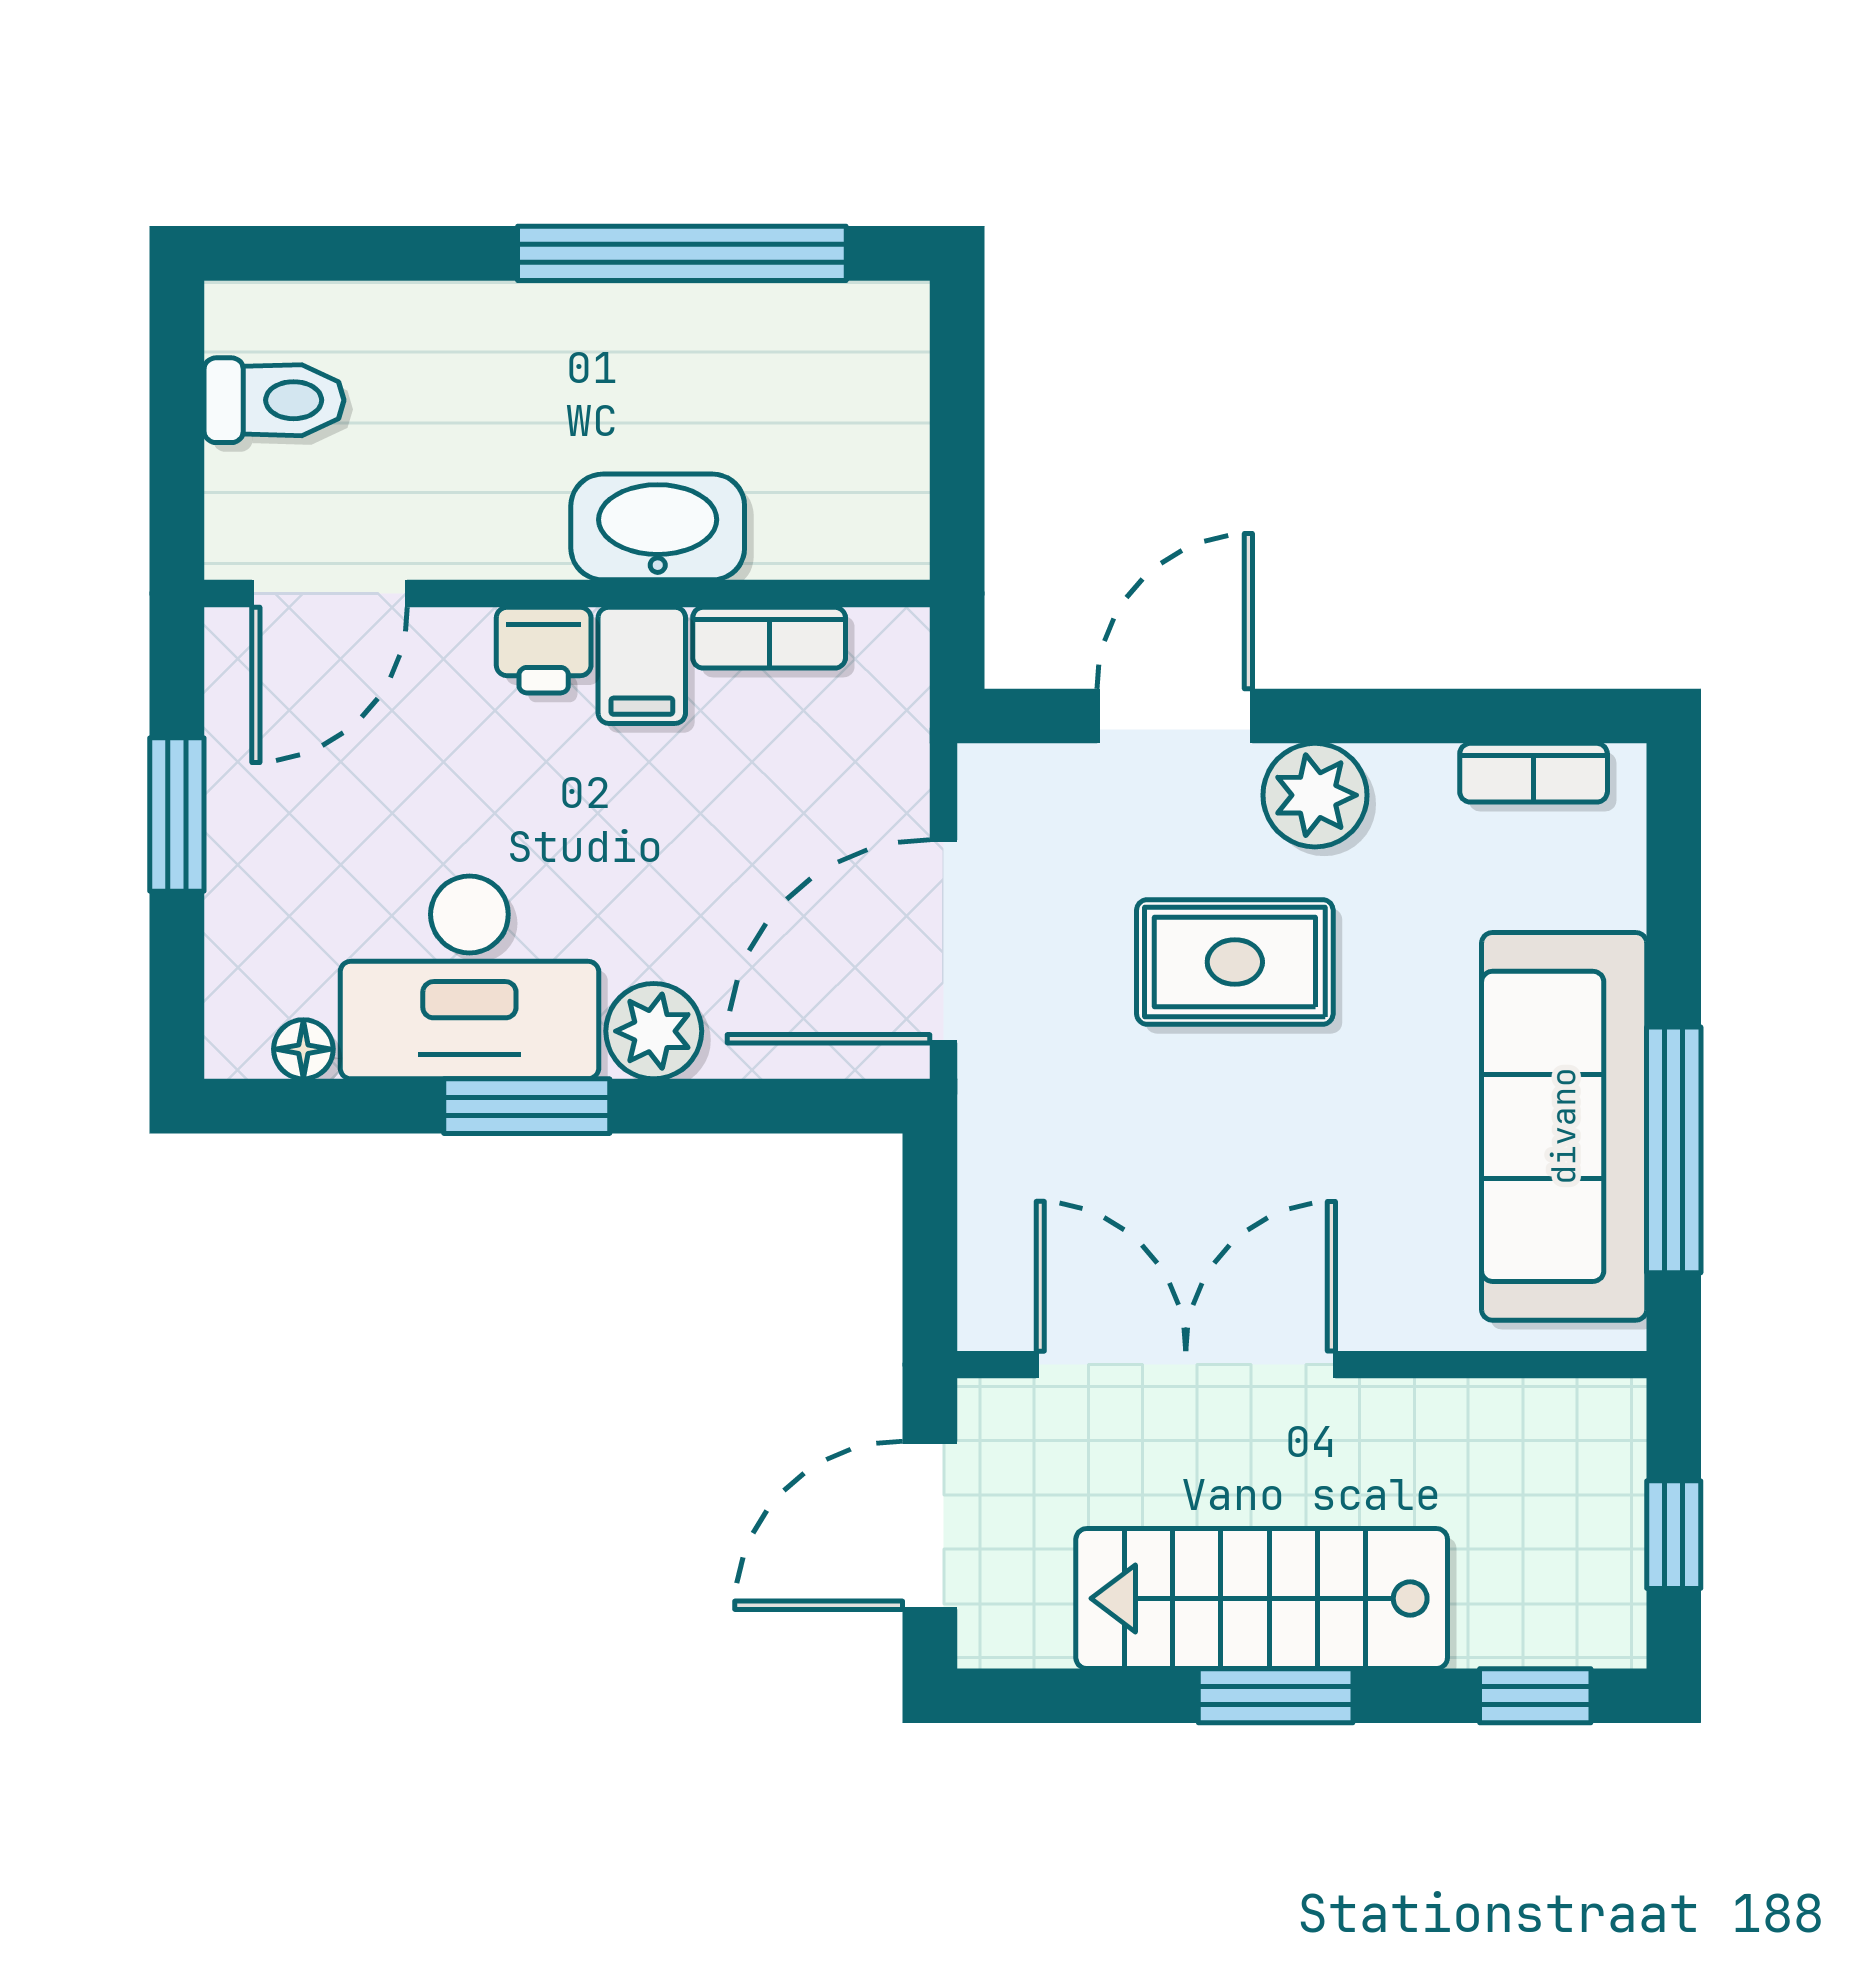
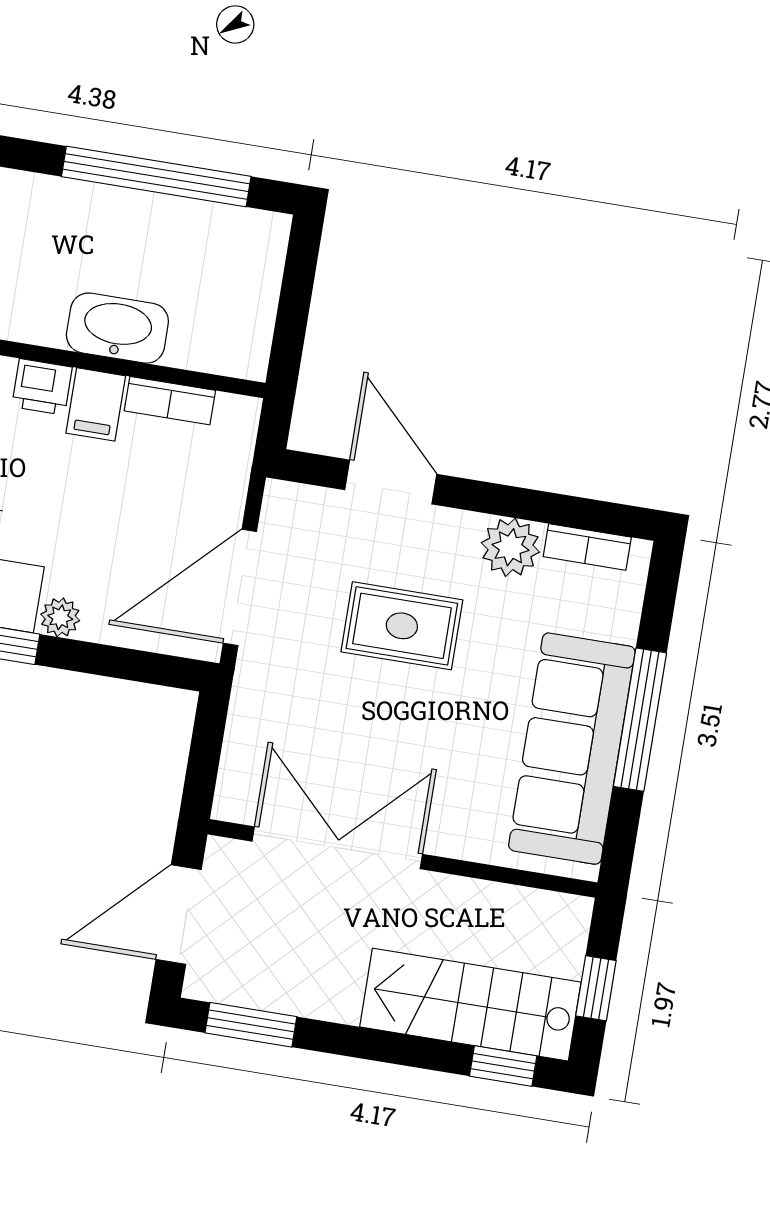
door: (1175, 716) -> (391, 482), hinge flipped
plant: (1315, 795) -> (510, 547), moved
plant: (654, 1031) -> (60, 617), width x0.73, depth x0.73
window: (1674, 1150) -> (640, 720), moved
stairs: (1262, 1598) -> (470, 1005), moved
window: (1276, 1696) -> (251, 1025), moved

